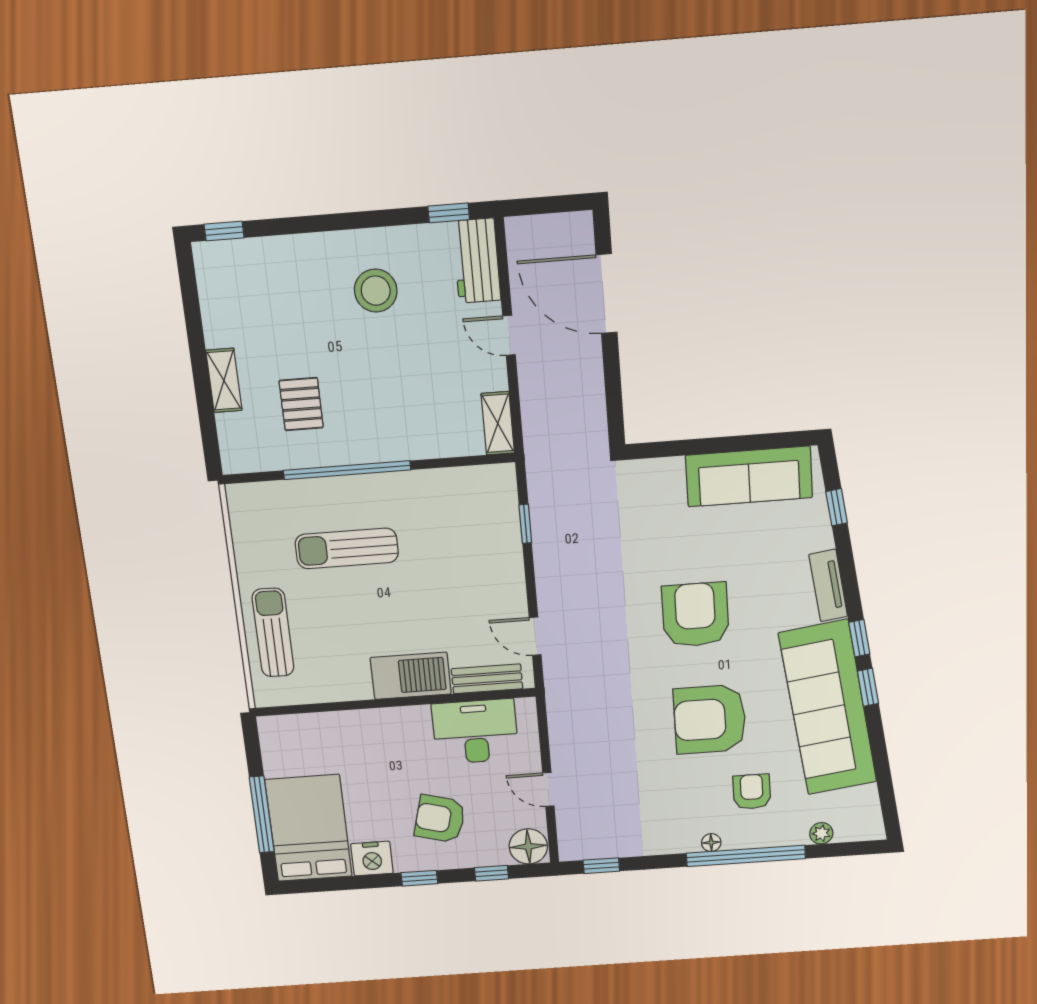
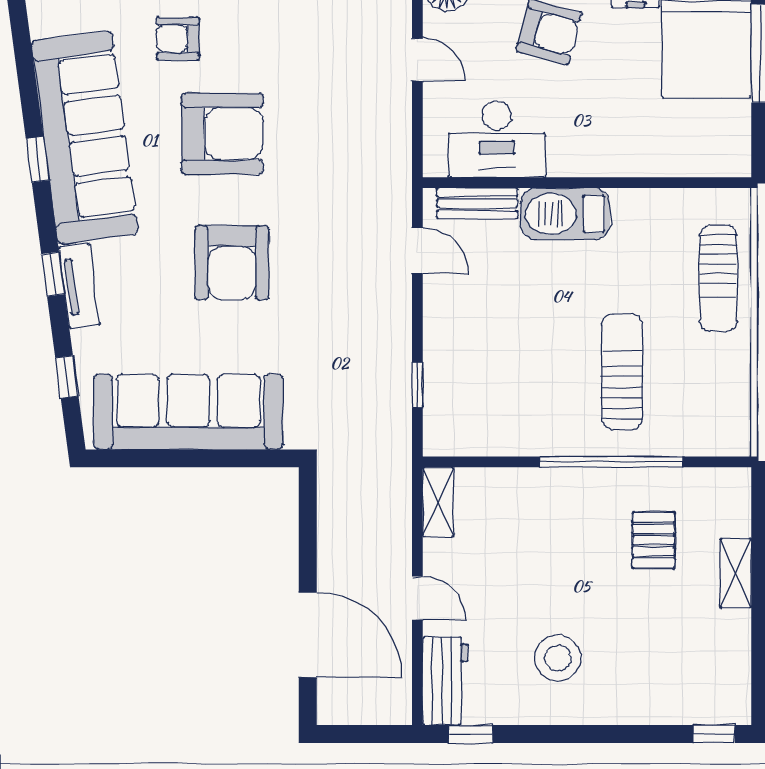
sofa: (749, 476) -> (188, 412), width x1.36, depth x1.27
sun lounger: (347, 548) -> (622, 372), turned -90
window: (859, 638) -> (53, 274), moved
armchair: (752, 792) -> (178, 39), turned 90

